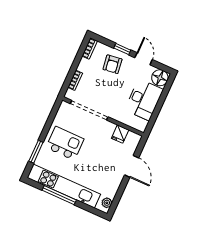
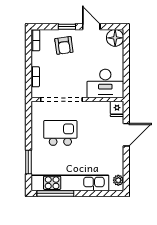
desk: (144, 100) -> (105, 83), moved, turned 90
fridge: (120, 134) -> (117, 109), moved
kitchen island: (65, 143) -> (60, 133), moved
door: (132, 166) -> (126, 135), hinge flipped
window: (59, 195) -> (55, 193), moved

